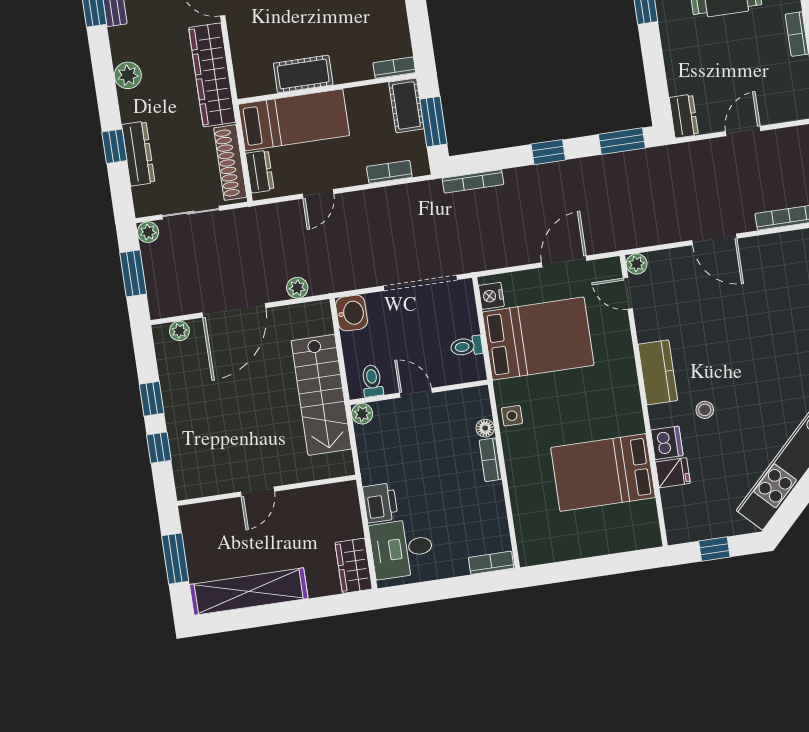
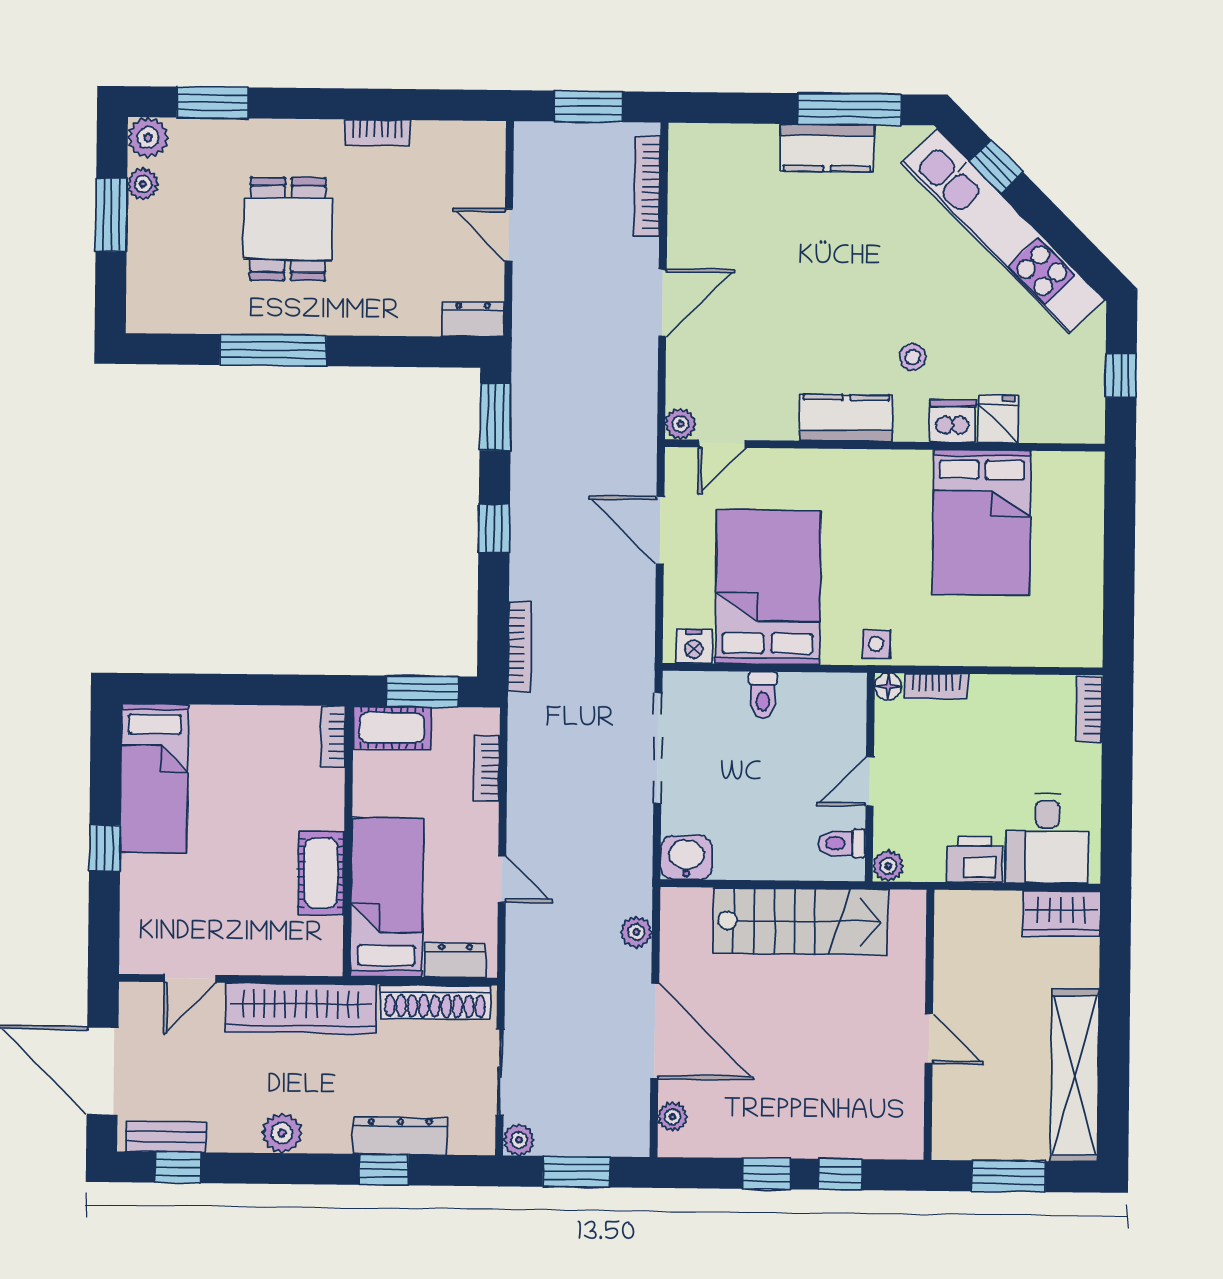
toilet: (372, 381) -> (842, 843), moved
wall: (419, 392) -> (870, 777), moved
door: (416, 393) -> (870, 782), moved
plant: (362, 414) -> (888, 866), moved

